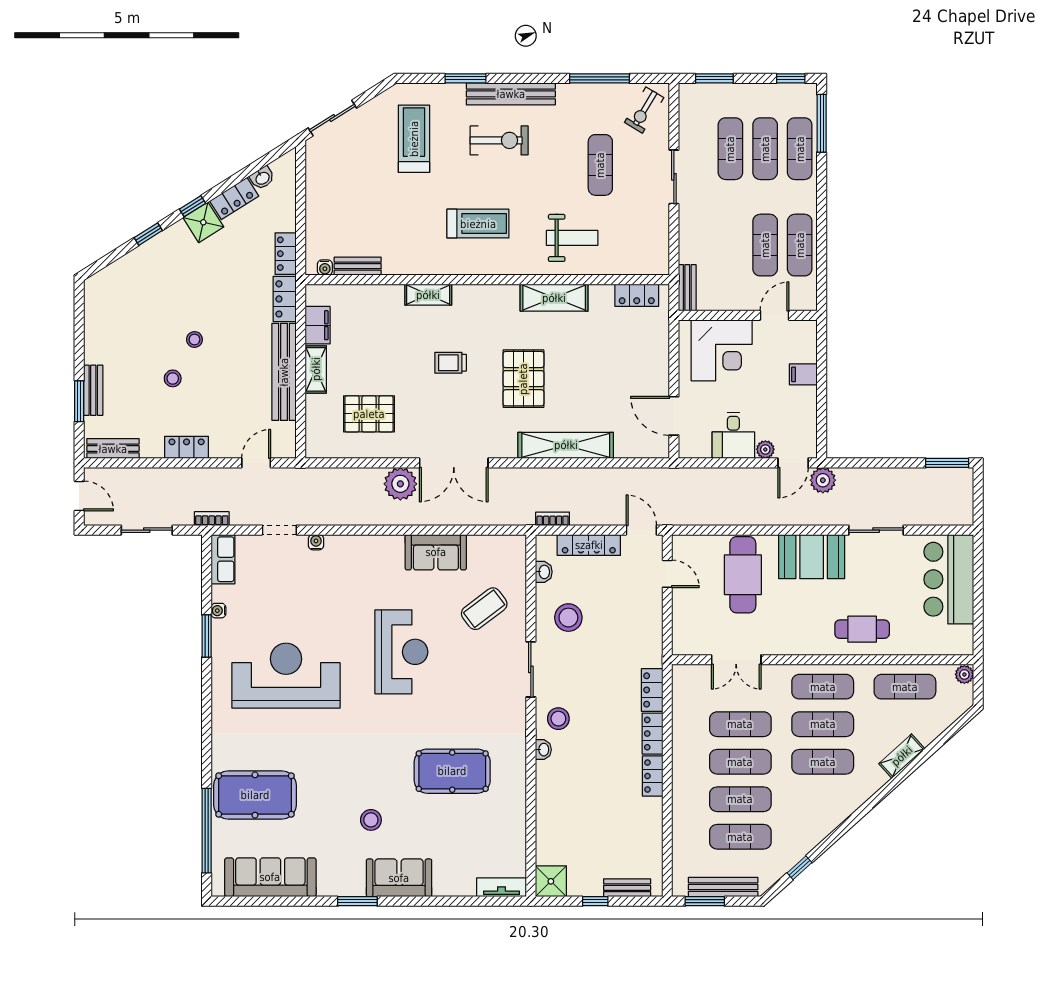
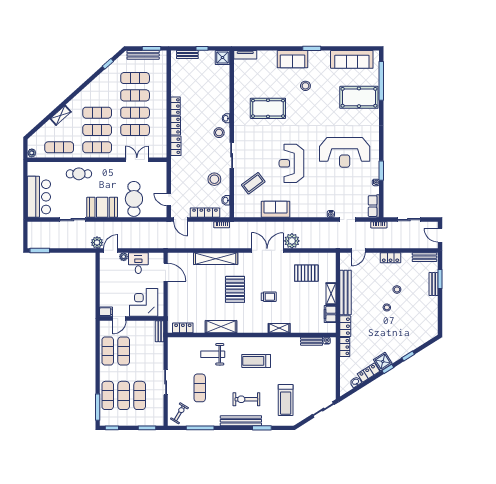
filing cabinet: (803, 374) -> (106, 312), moved

